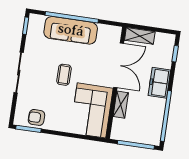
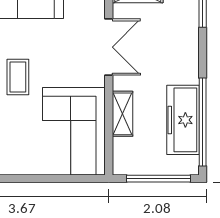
double door: (119, 65) -> (109, 47), width x0.73
freezer: (159, 83) -> (183, 120), moved, width x1.40

